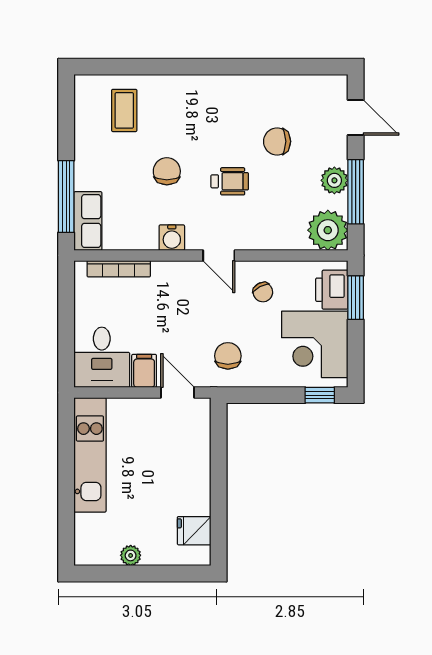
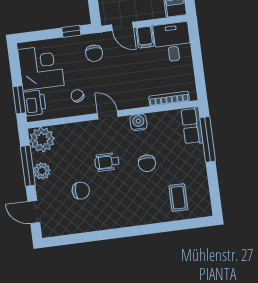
window: (320, 395) -> (71, 31), moved

